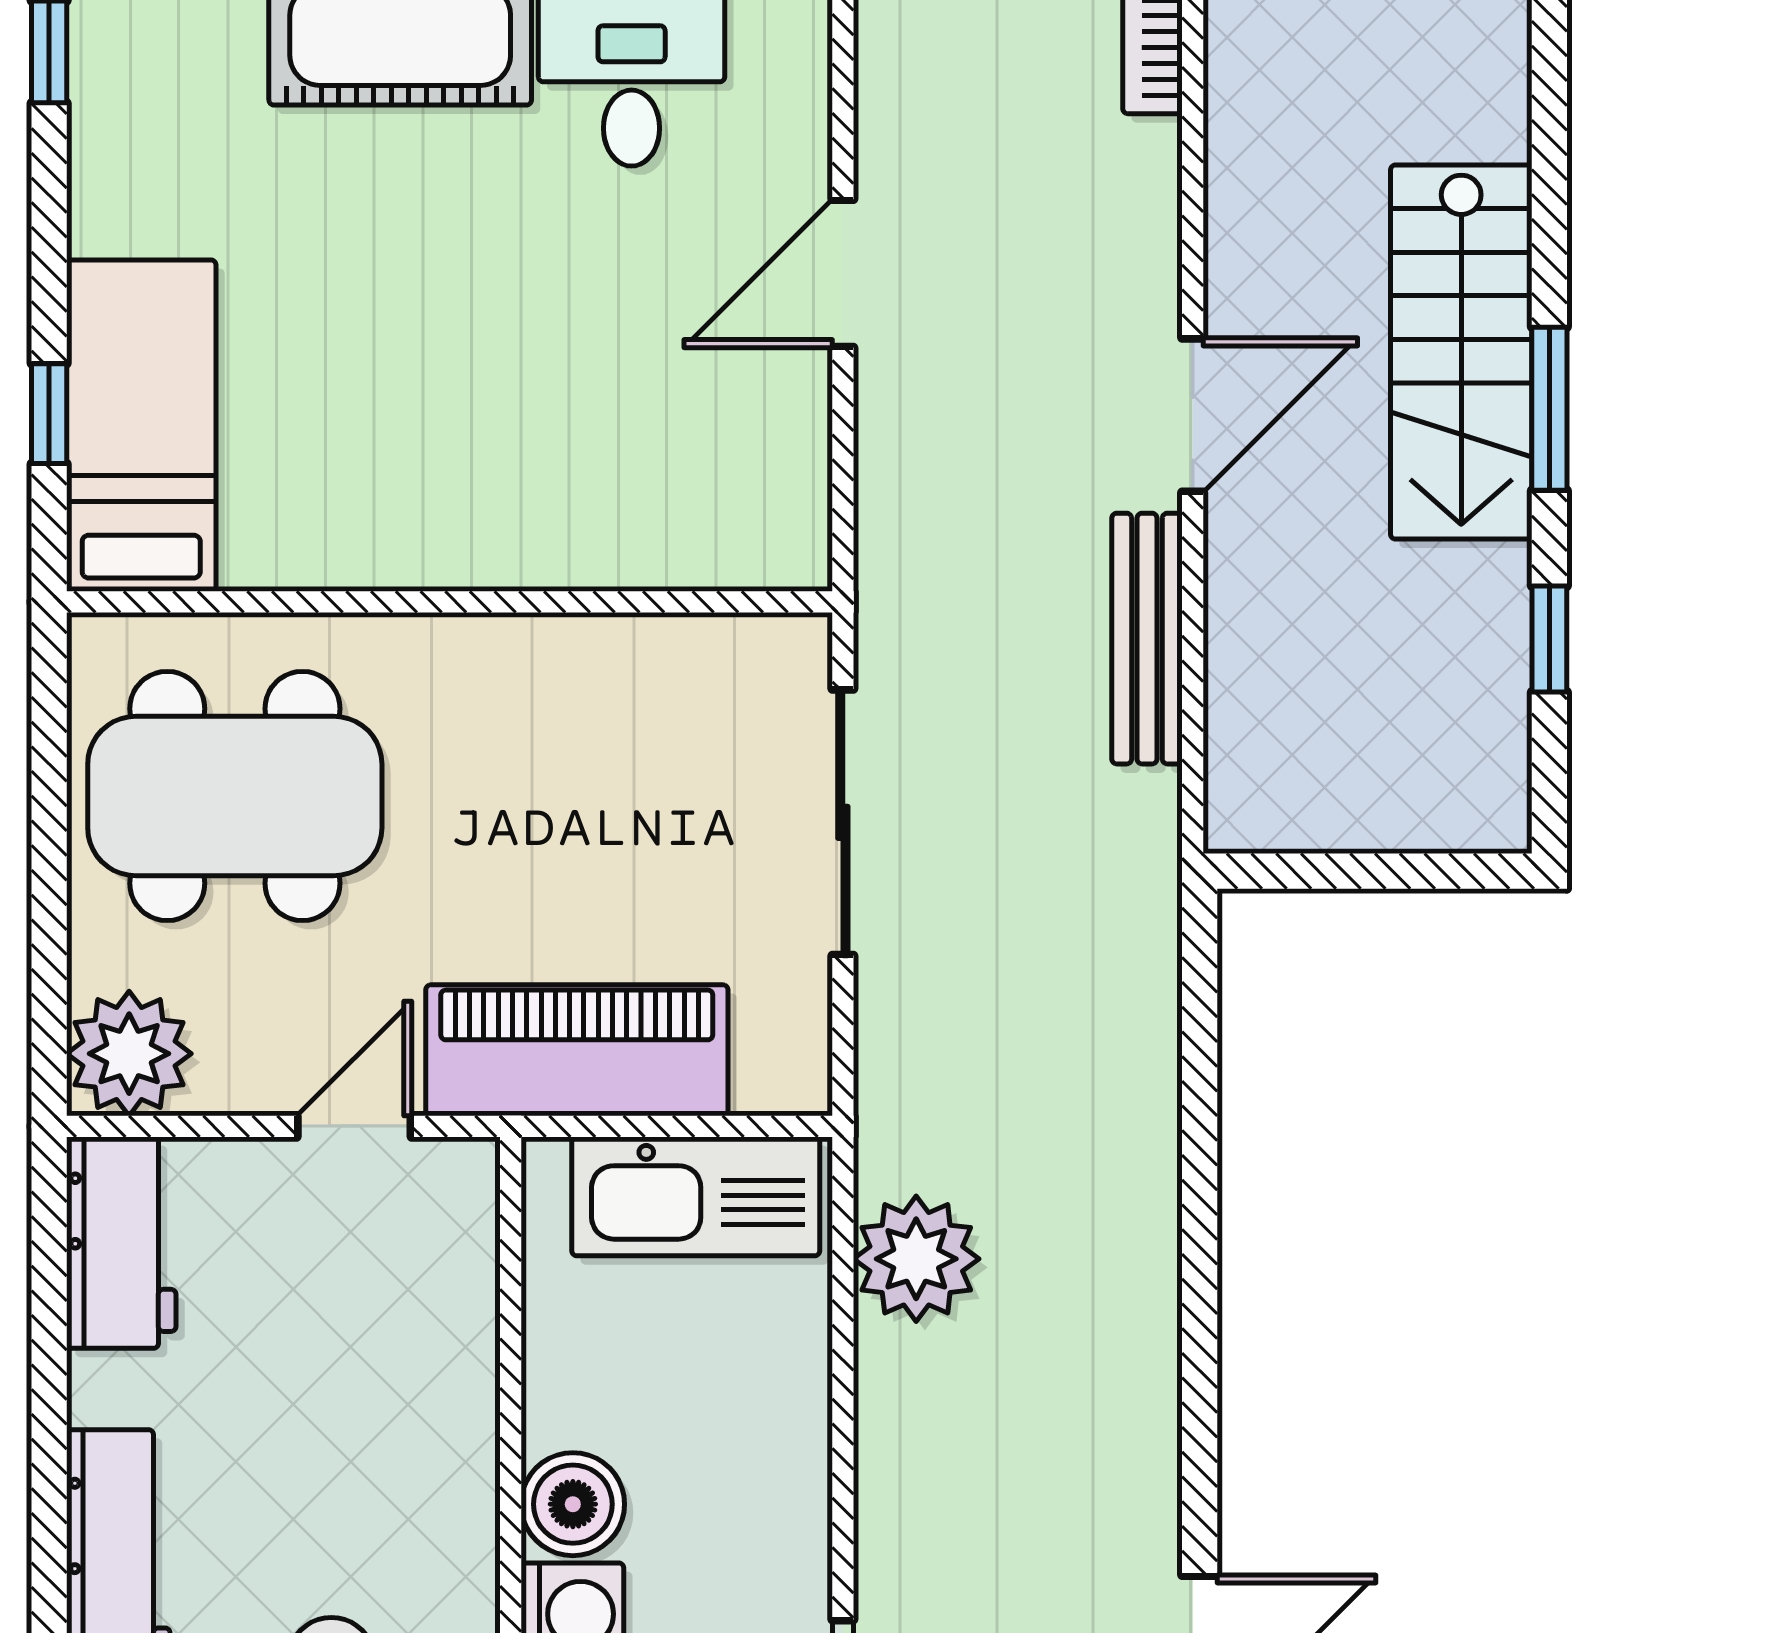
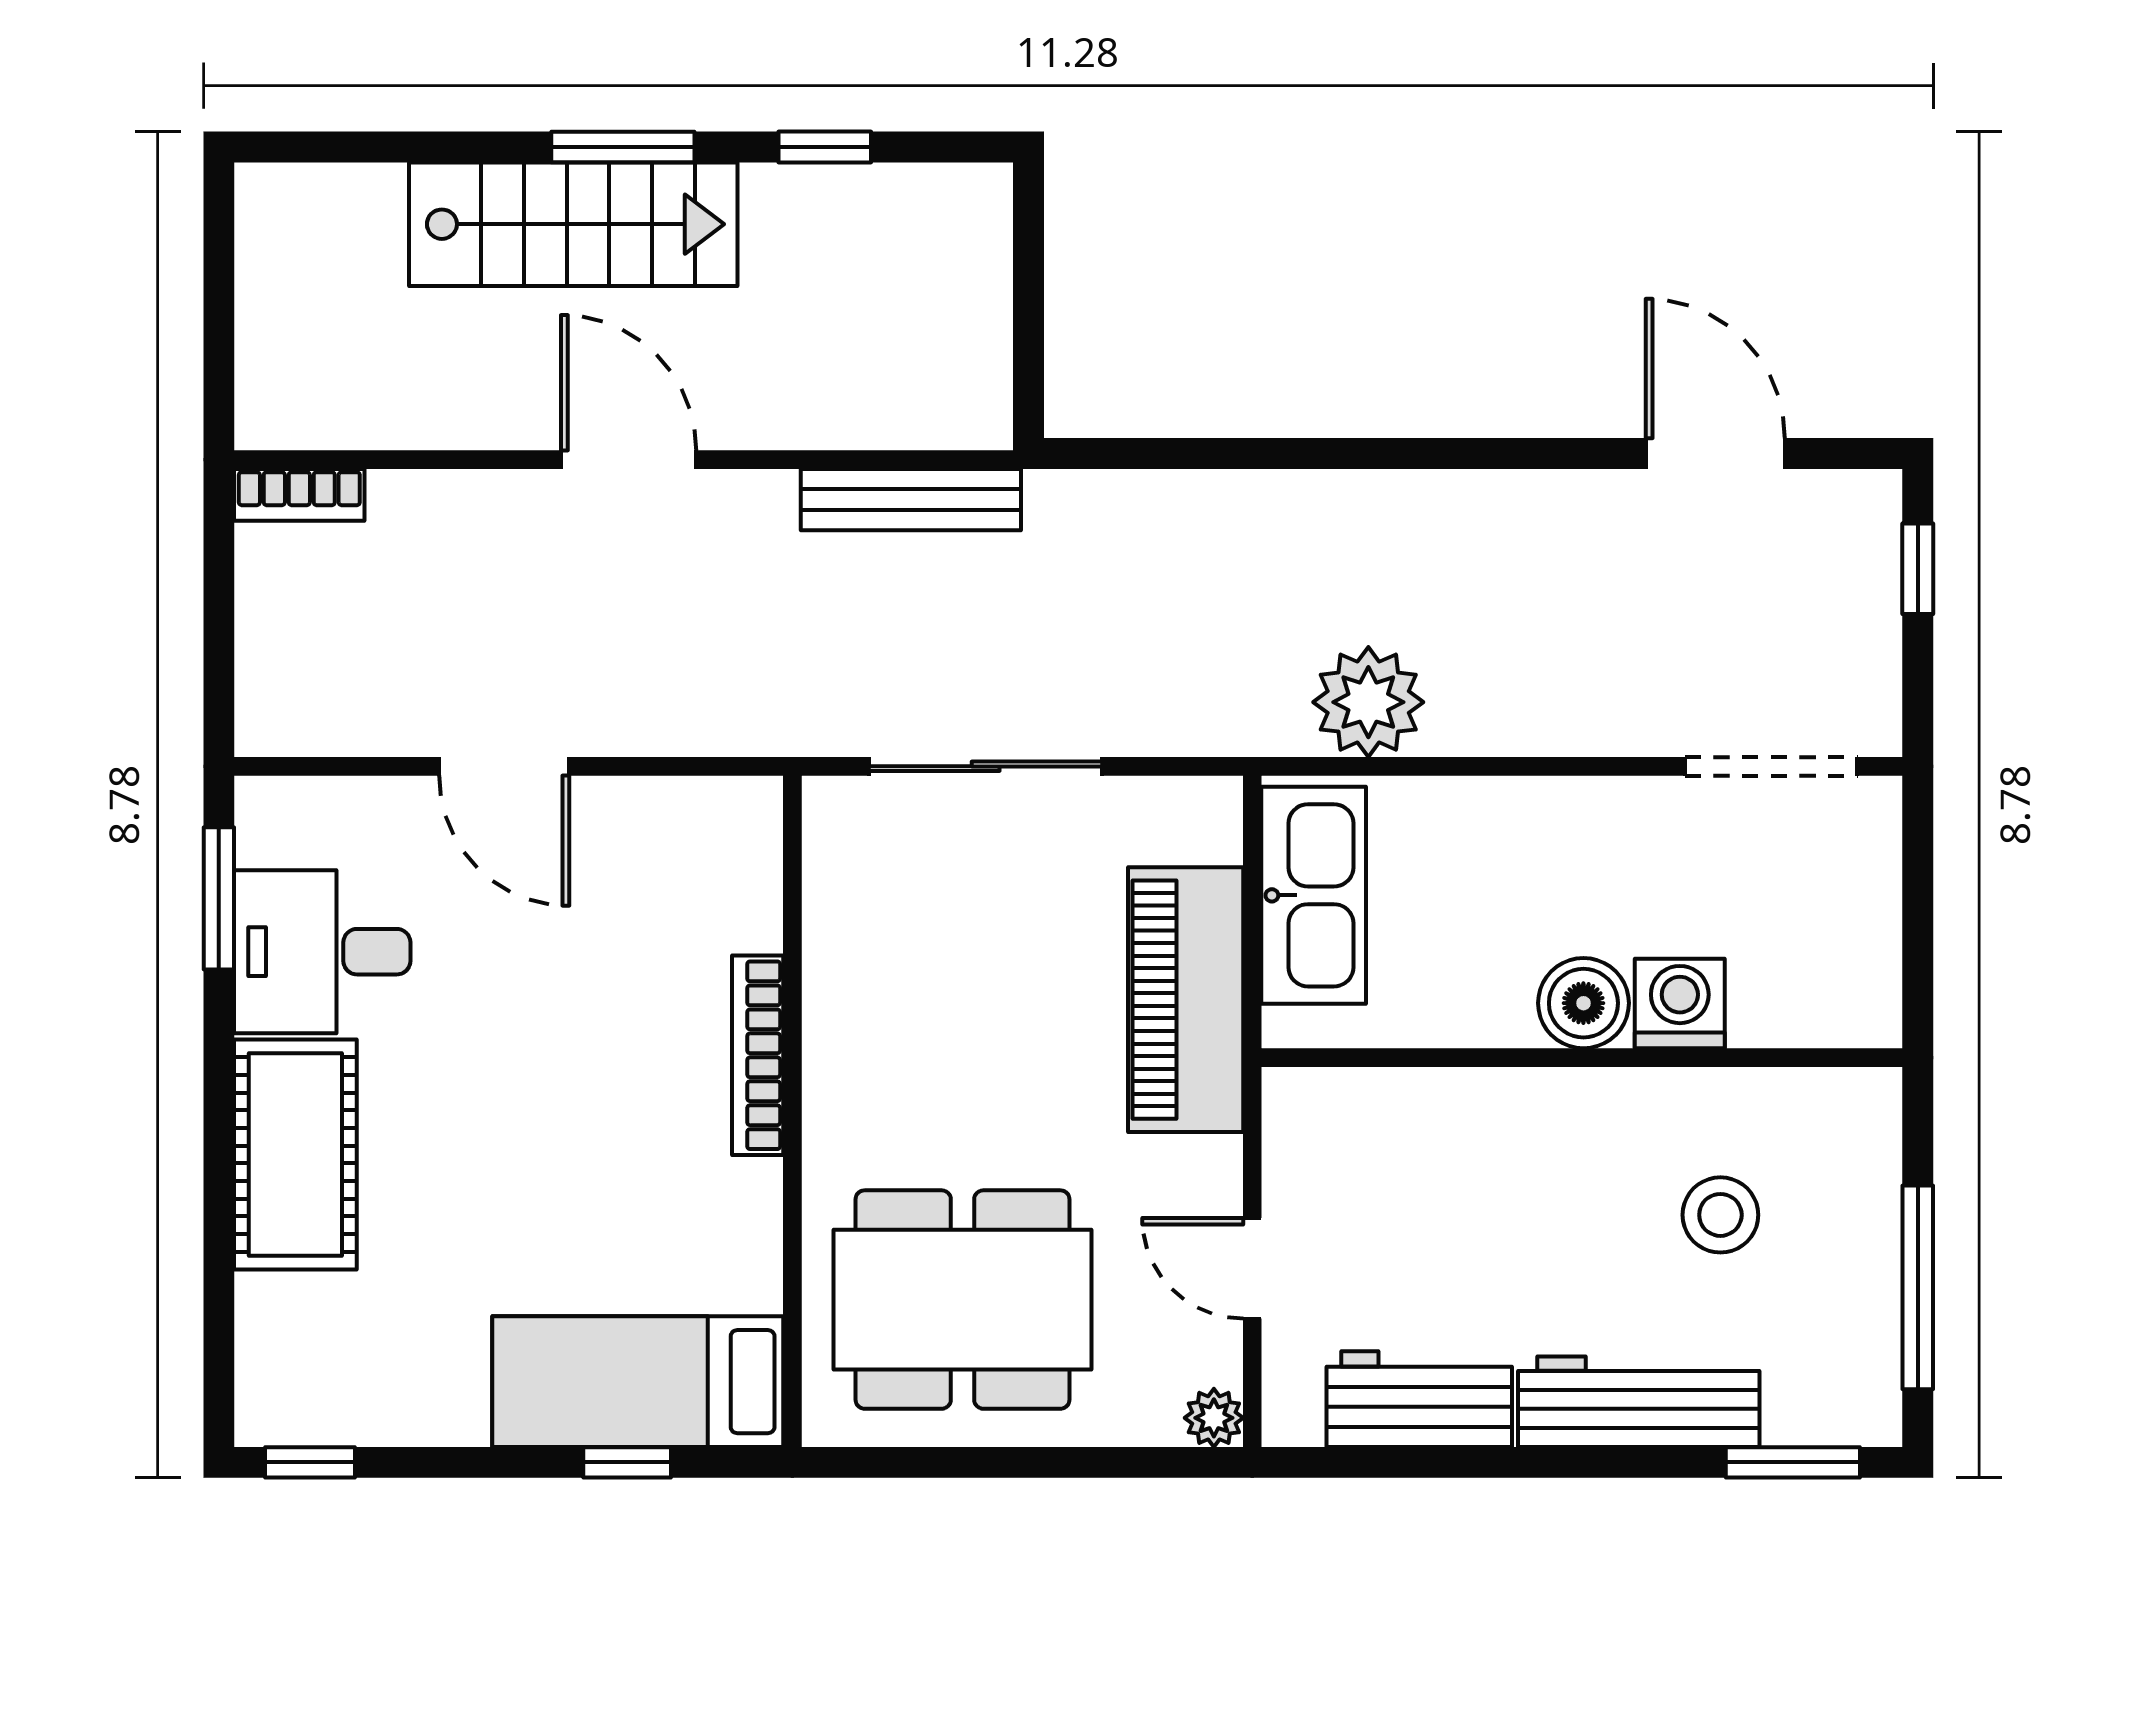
bookcase: (513, 562) -> (758, 1055), added
bench: (1147, 639) -> (911, 500), moved
dining table: (235, 796) -> (963, 1300), turned 90
plant: (129, 1054) -> (1214, 1418), width x0.53, depth x0.53
door: (354, 1126) -> (1252, 1268), moved
workbench: (121, 1243) -> (1419, 1399), moved

